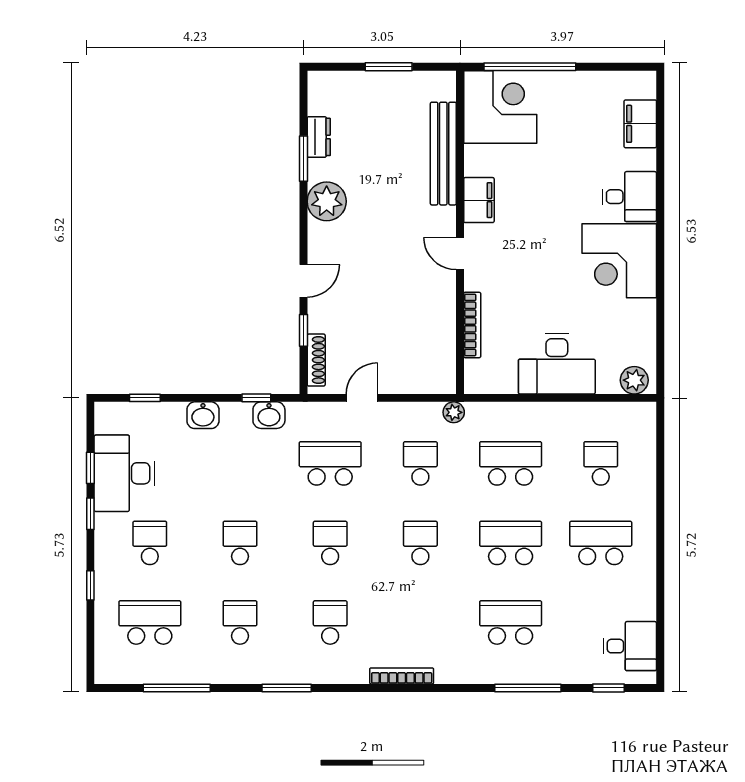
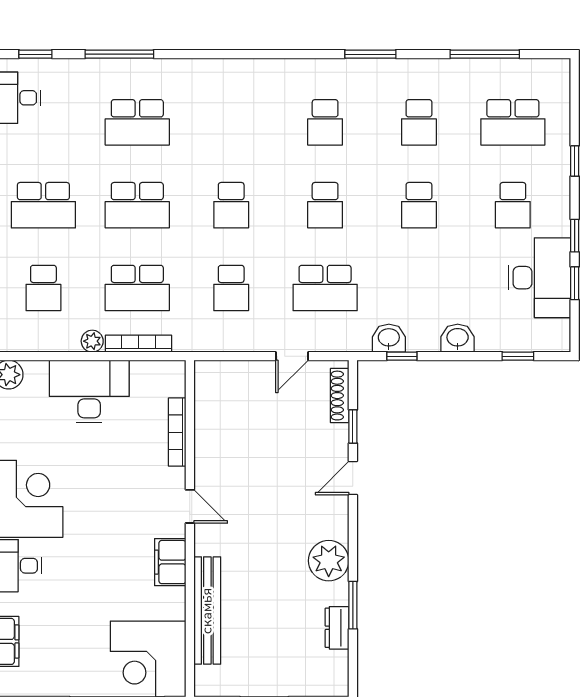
plant: (454, 412) -> (92, 341), moved
bookcase: (402, 676) -> (138, 344), moved, turned 180

